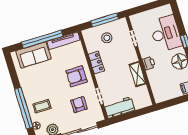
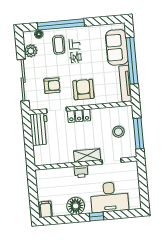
locker: (96, 62) -> (79, 116), moved
shelving: (138, 74) -> (87, 155), moved

